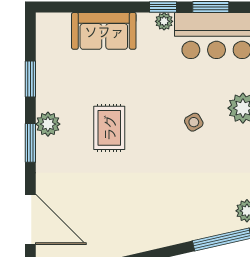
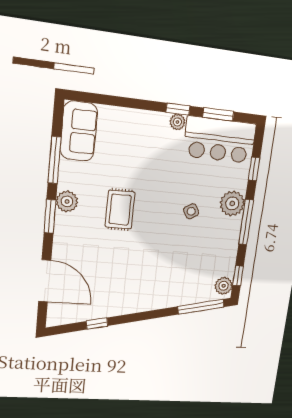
sofa: (104, 31) -> (79, 131), moved, turned -90
window: (30, 79) -> (55, 160), width x1.44

